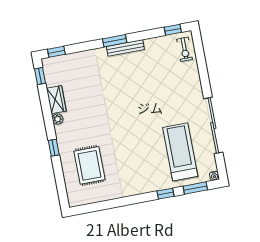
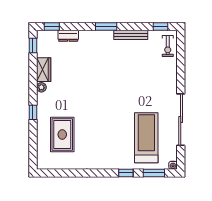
bench: (125, 48) -> (131, 35), moved
dresser: (76, 58) -> (68, 36), added

